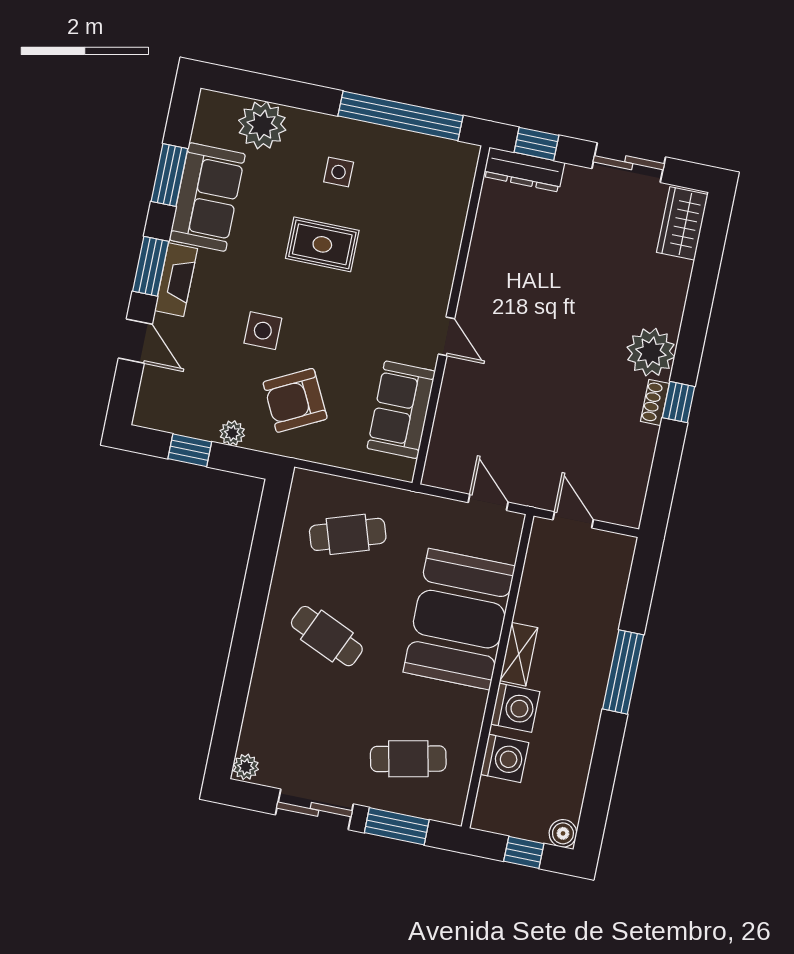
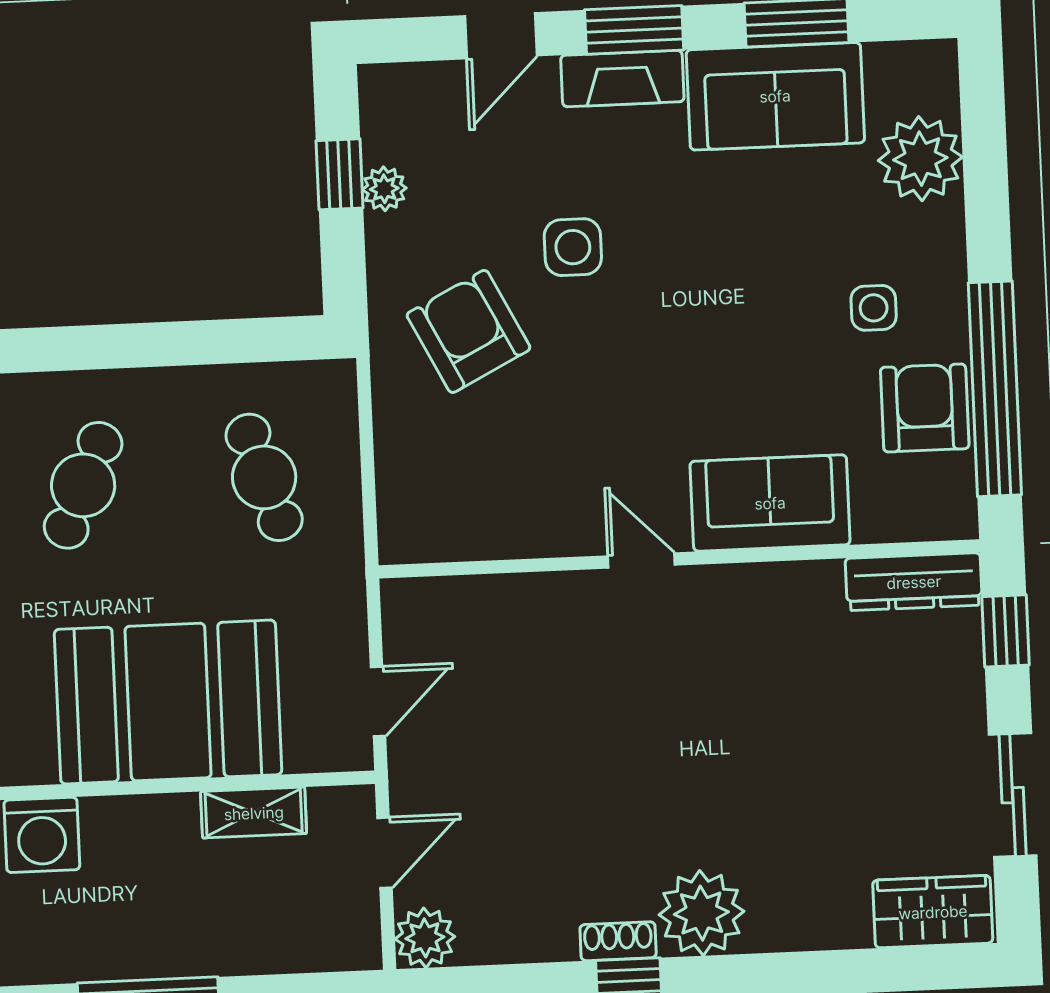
armchair: (401, 158) -> (925, 408), added
dresser: (524, 170) -> (914, 582), moved, turned -90
rug: (322, 244) -> (744, 311), removed
door: (447, 336) -> (641, 561), swing flipped
sofa: (401, 410) -> (770, 503), moved
plant: (232, 433) -> (384, 189), moved
plant: (626, 509) -> (425, 938), added
shelving: (519, 654) -> (254, 813), moved

